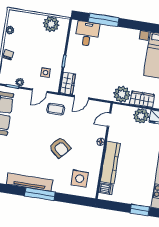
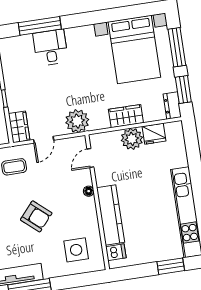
desk: (87, 34) -> (50, 48), moved
plant: (122, 94) -> (77, 121), moved

